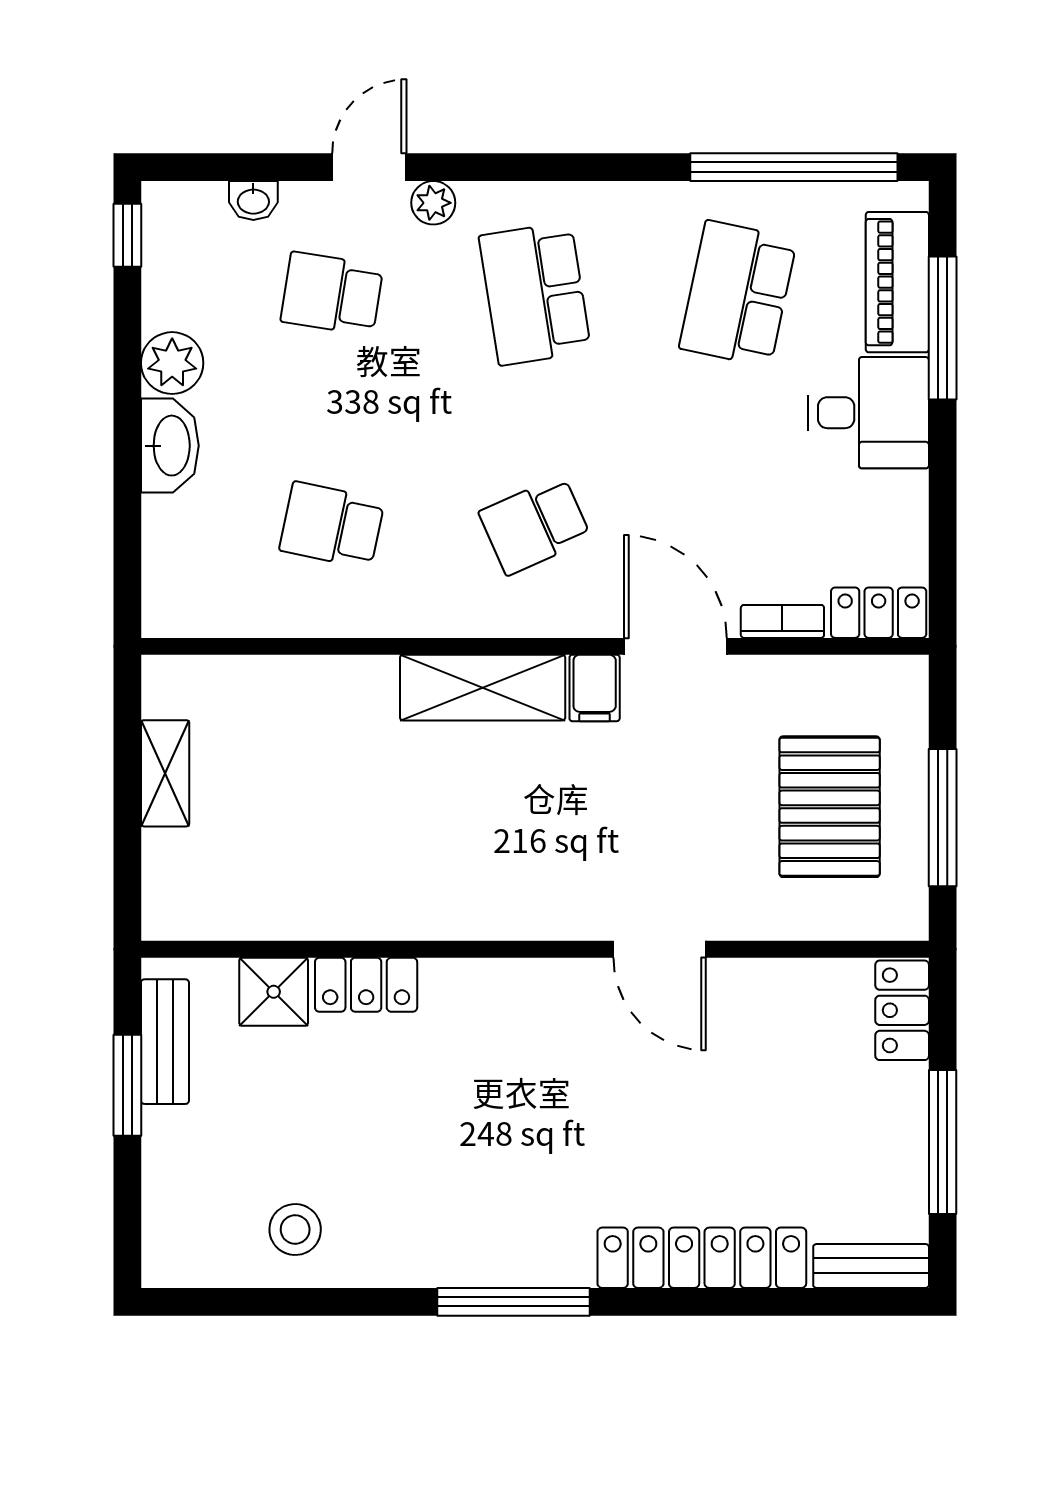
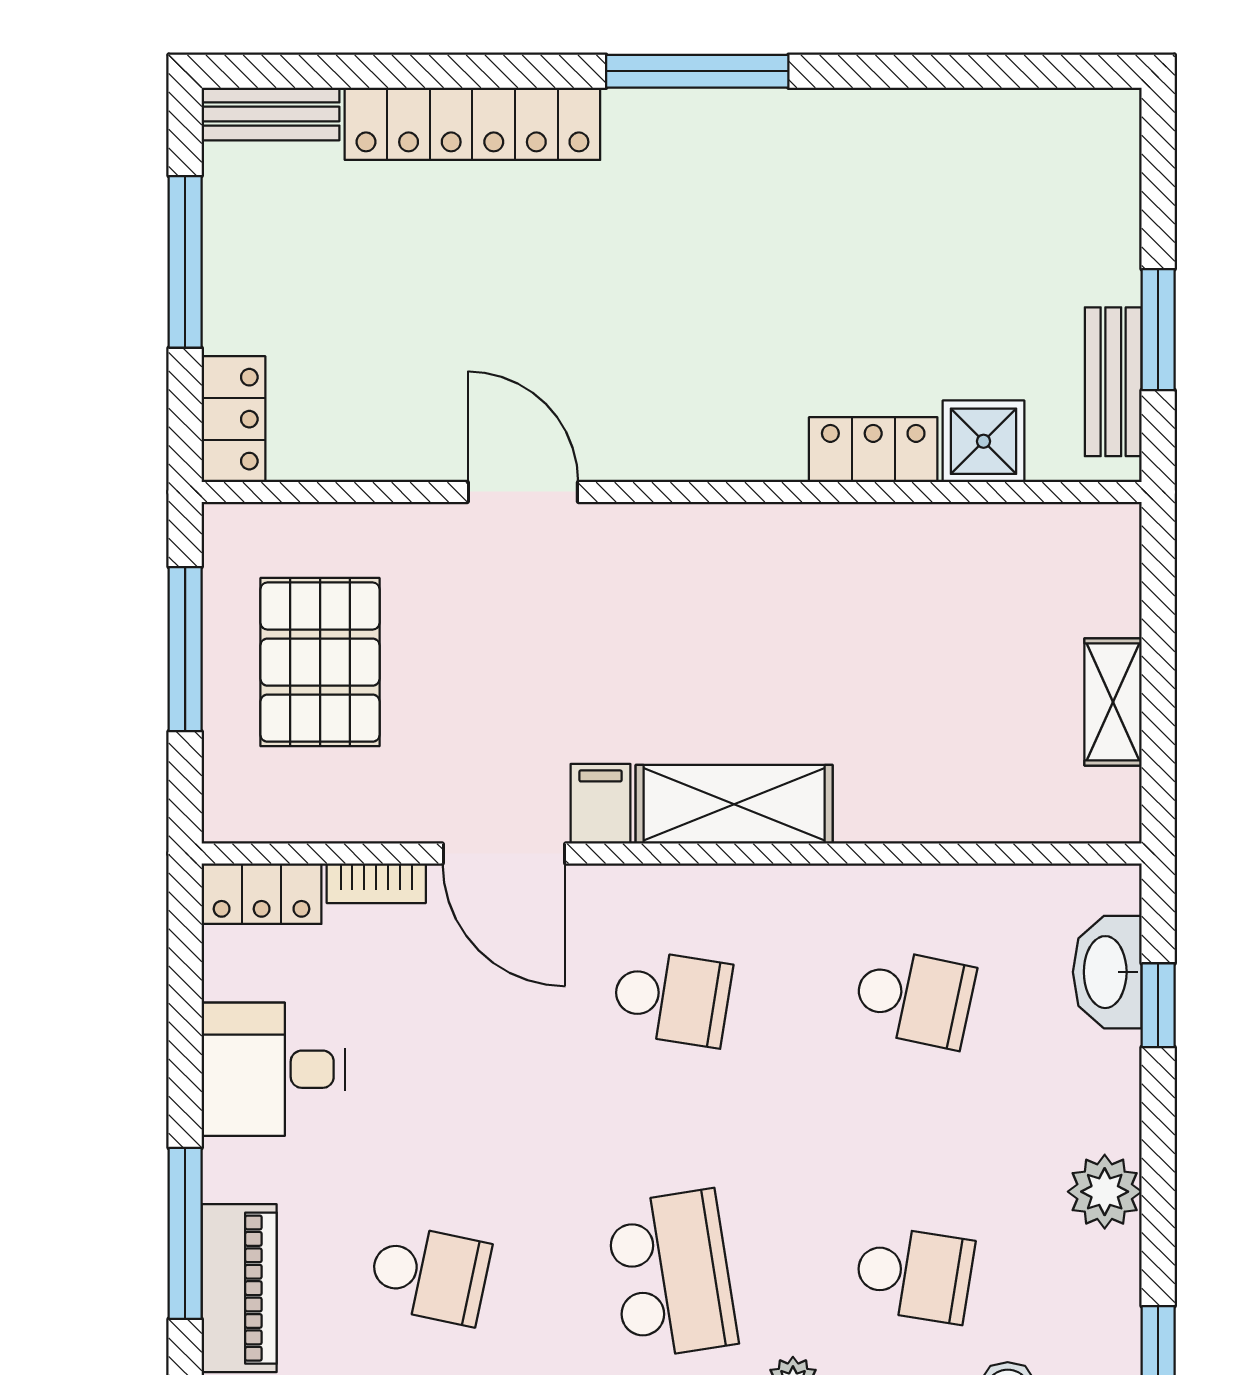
school desk: (738, 294) -> (429, 1274), width x0.54
desk: (869, 413) -> (273, 1069), moved
washbasin: (170, 446) -> (1107, 972), moved
window: (127, 519) -> (1158, 1005), added
school desk: (535, 525) -> (672, 998), turned 33
stool: (295, 1230) -> (958, 158), removed

